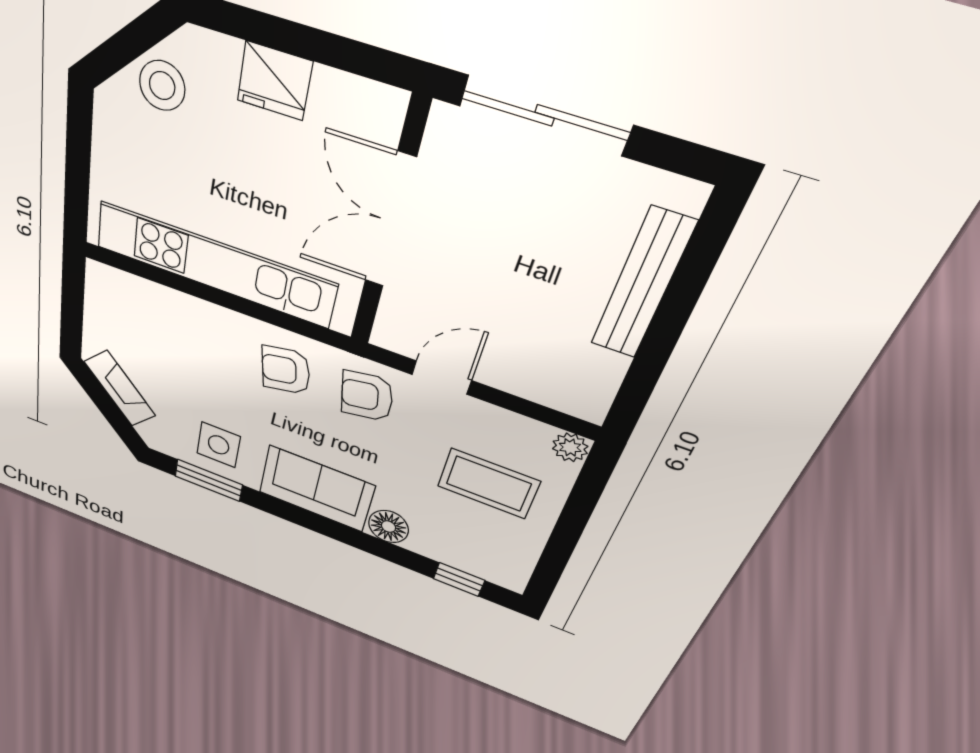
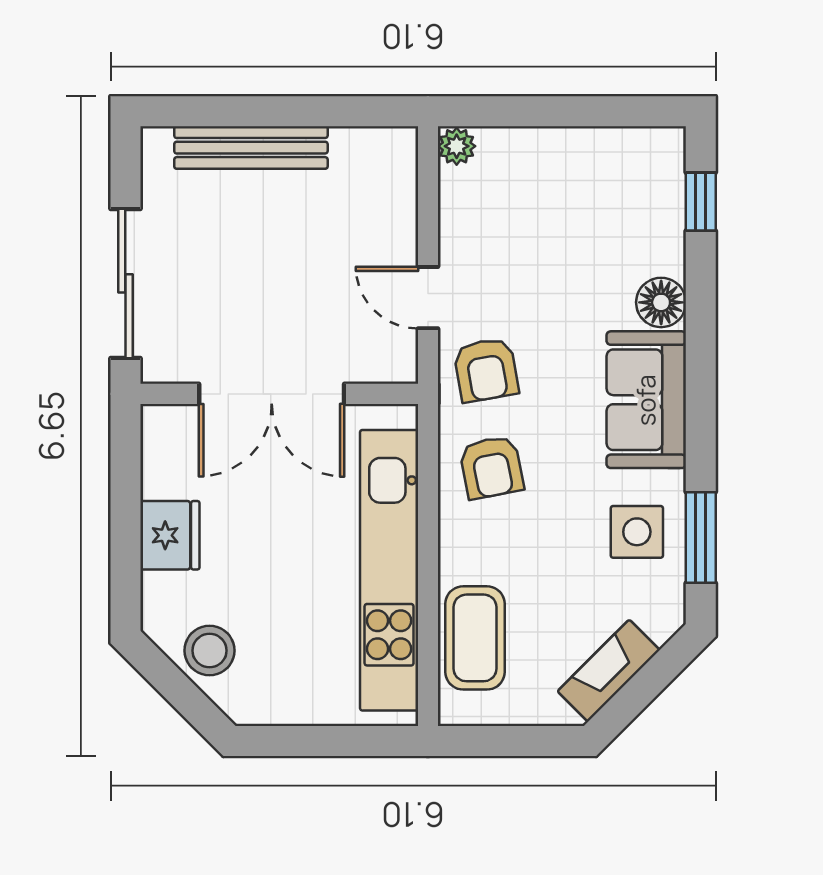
coffee table: (488, 484) -> (475, 638), moved

